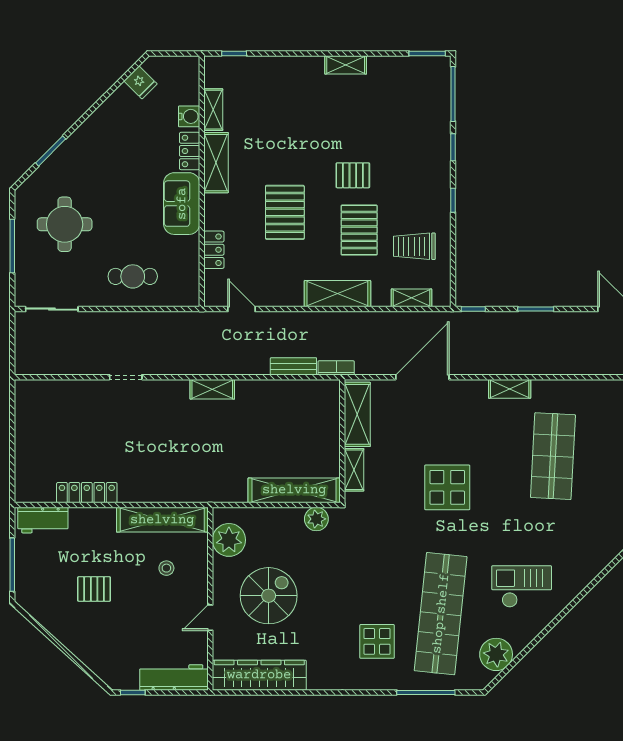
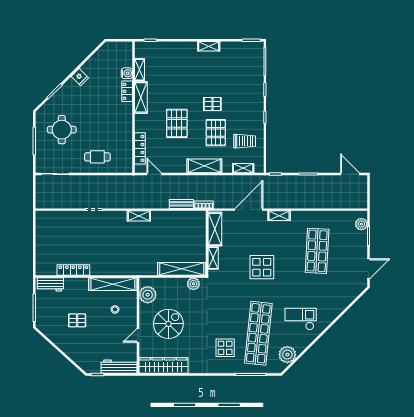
fridge: (140, 82) -> (80, 77), moved
sofa: (182, 204) -> (123, 119), removed
trolley: (414, 246) -> (245, 141), turned 180
locker: (214, 250) -> (140, 148), width x1.53
shelving: (510, 389) -> (279, 216), moved

